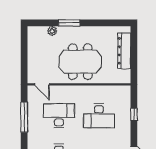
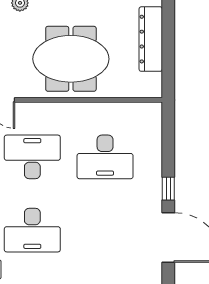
window: (134, 115) -> (168, 189), moved

